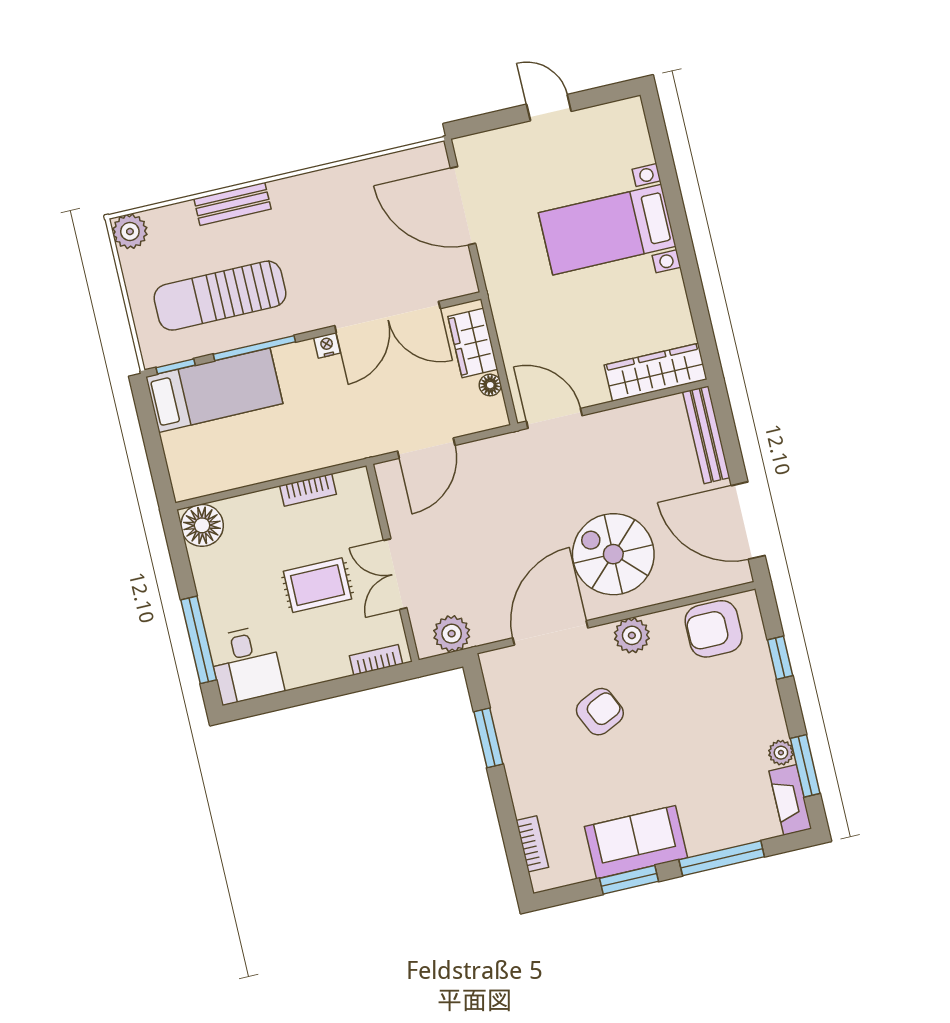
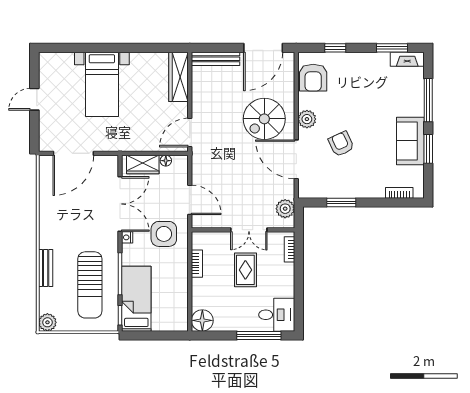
side table: (350, 414) -> (164, 234), added
plant: (781, 753) -> (383, 58), removed

